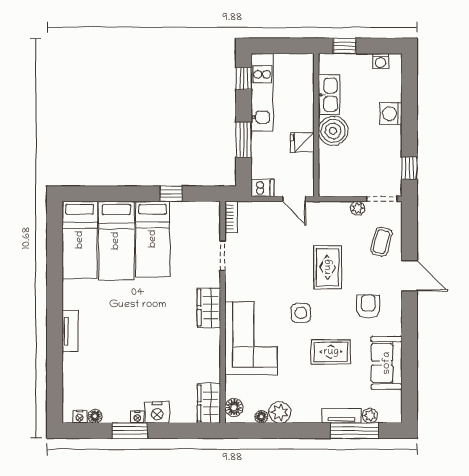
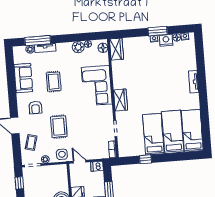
side table: (301, 313) -> (62, 154), moved
rug: (331, 352) -> (54, 82), turned 90
nightstand: (157, 412) -> (166, 40), moved

